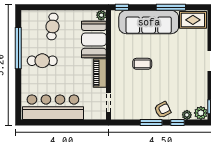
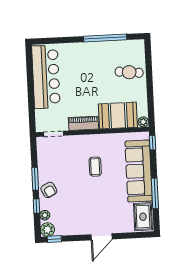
cafe table: (42, 61) -> (93, 63), removed

